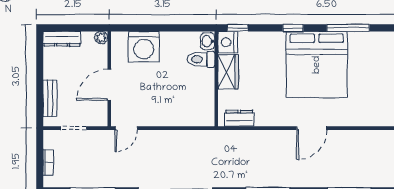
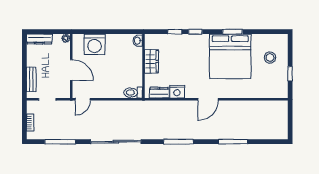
window: (238, 28) -> (175, 32), moved
window: (348, 28) -> (232, 32), width x0.69
nightstand: (228, 42) -> (177, 92), moved, turned -90
toilet: (201, 59) -> (133, 93), moved
bed: (317, 65) -> (230, 56), moved
door: (109, 85) -> (71, 70), swing flipped

